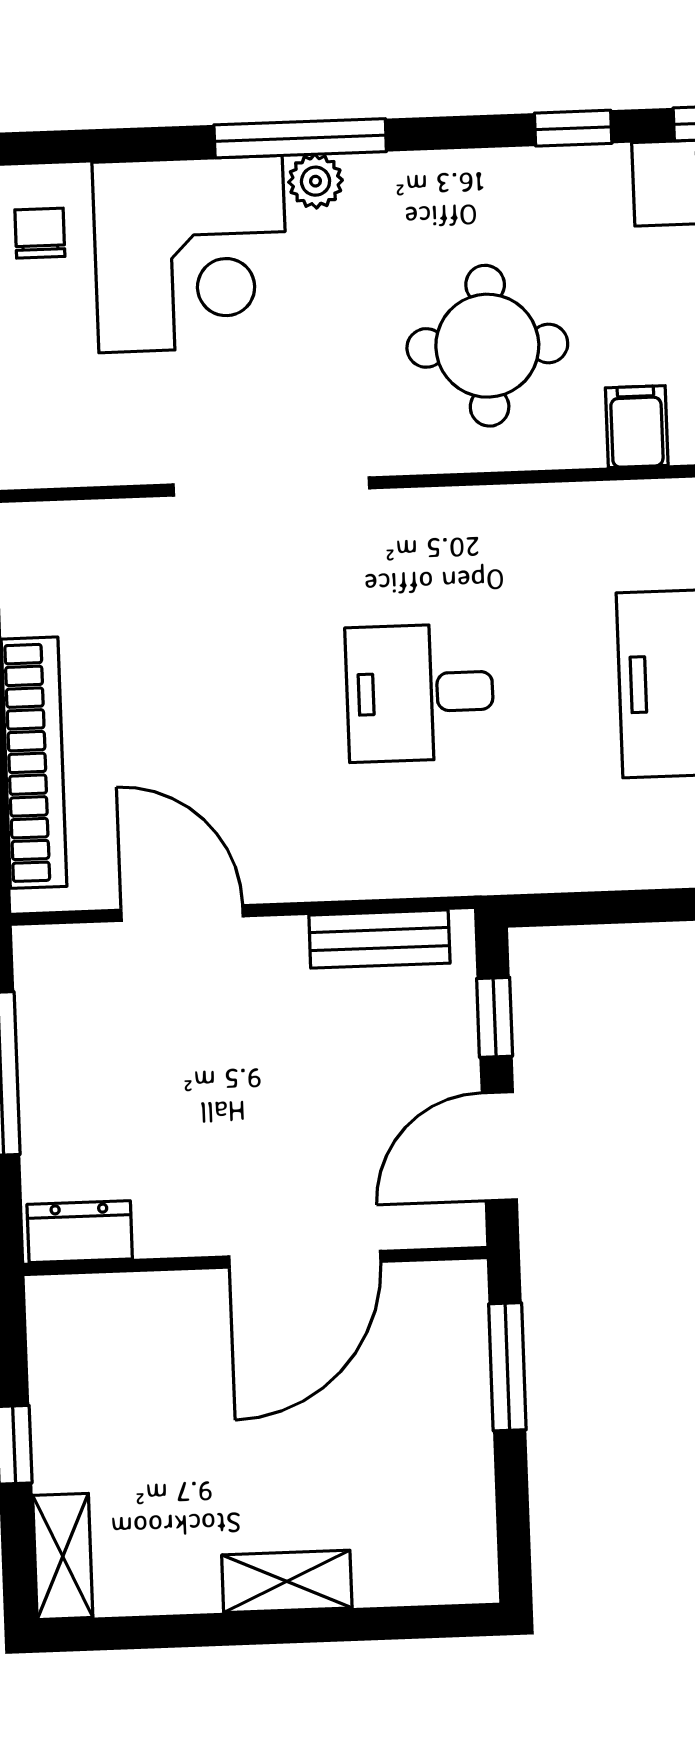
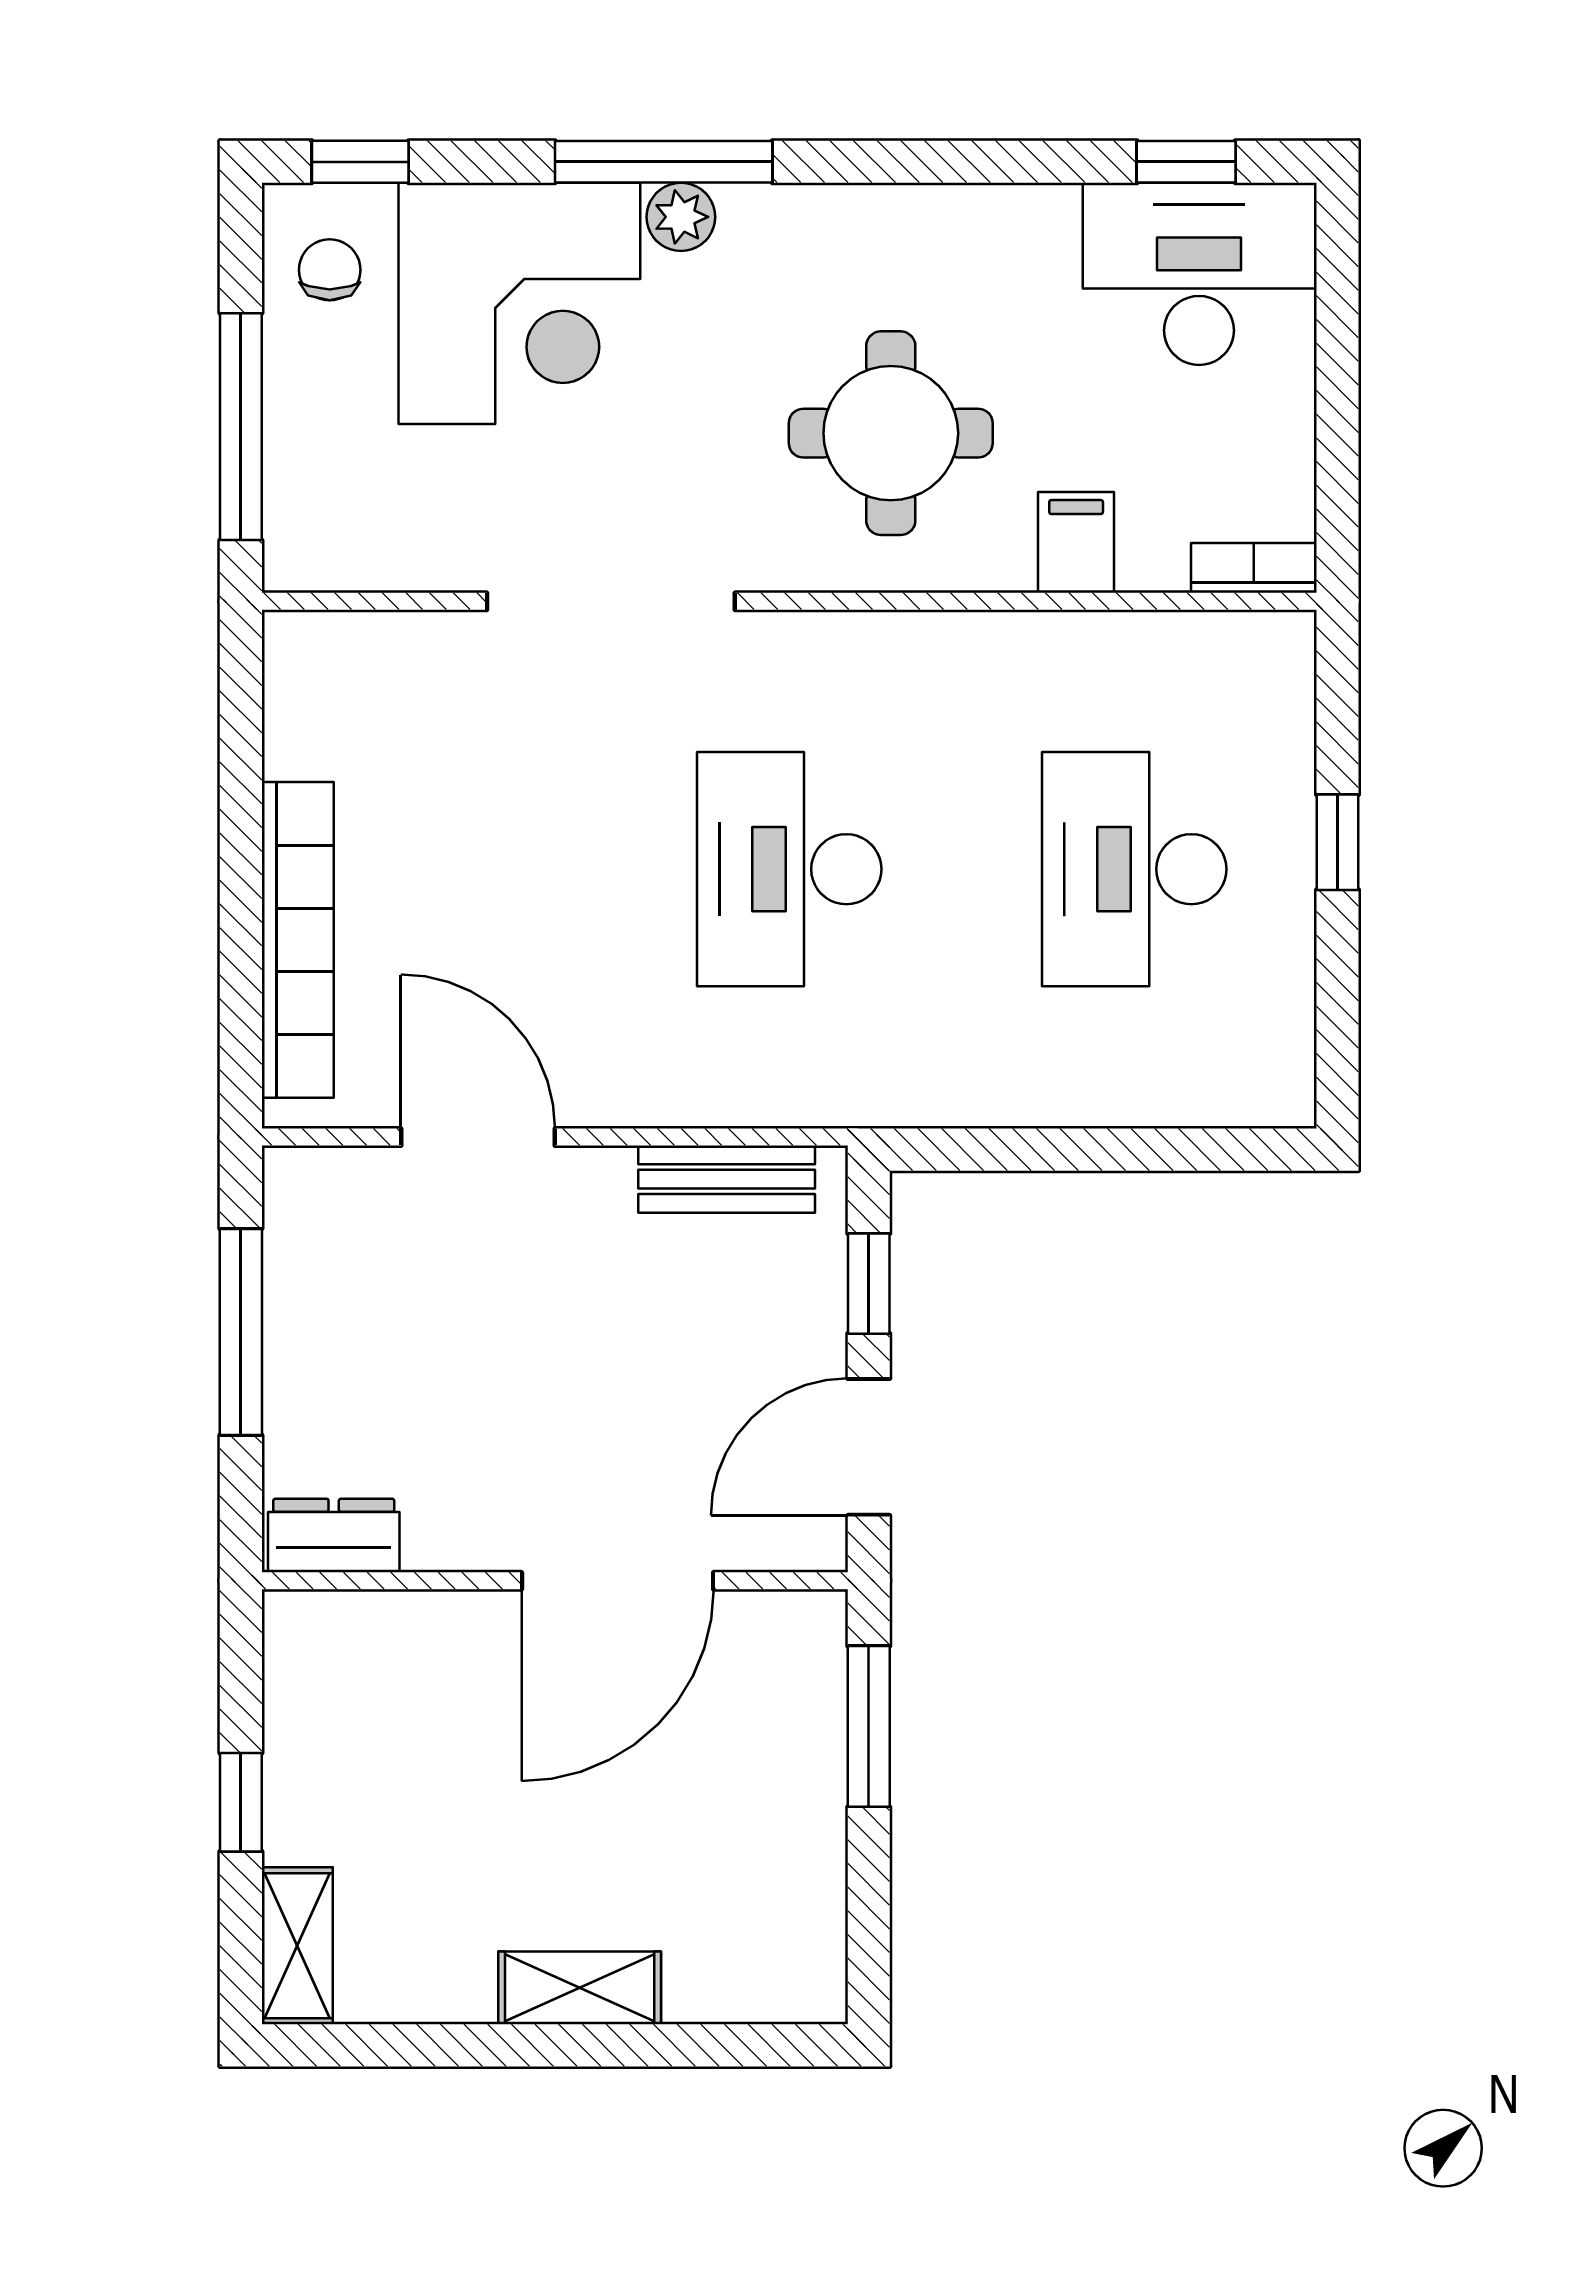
window: (573, 128) -> (360, 162), moved
desk: (420, 693) -> (789, 869), width x1.37

